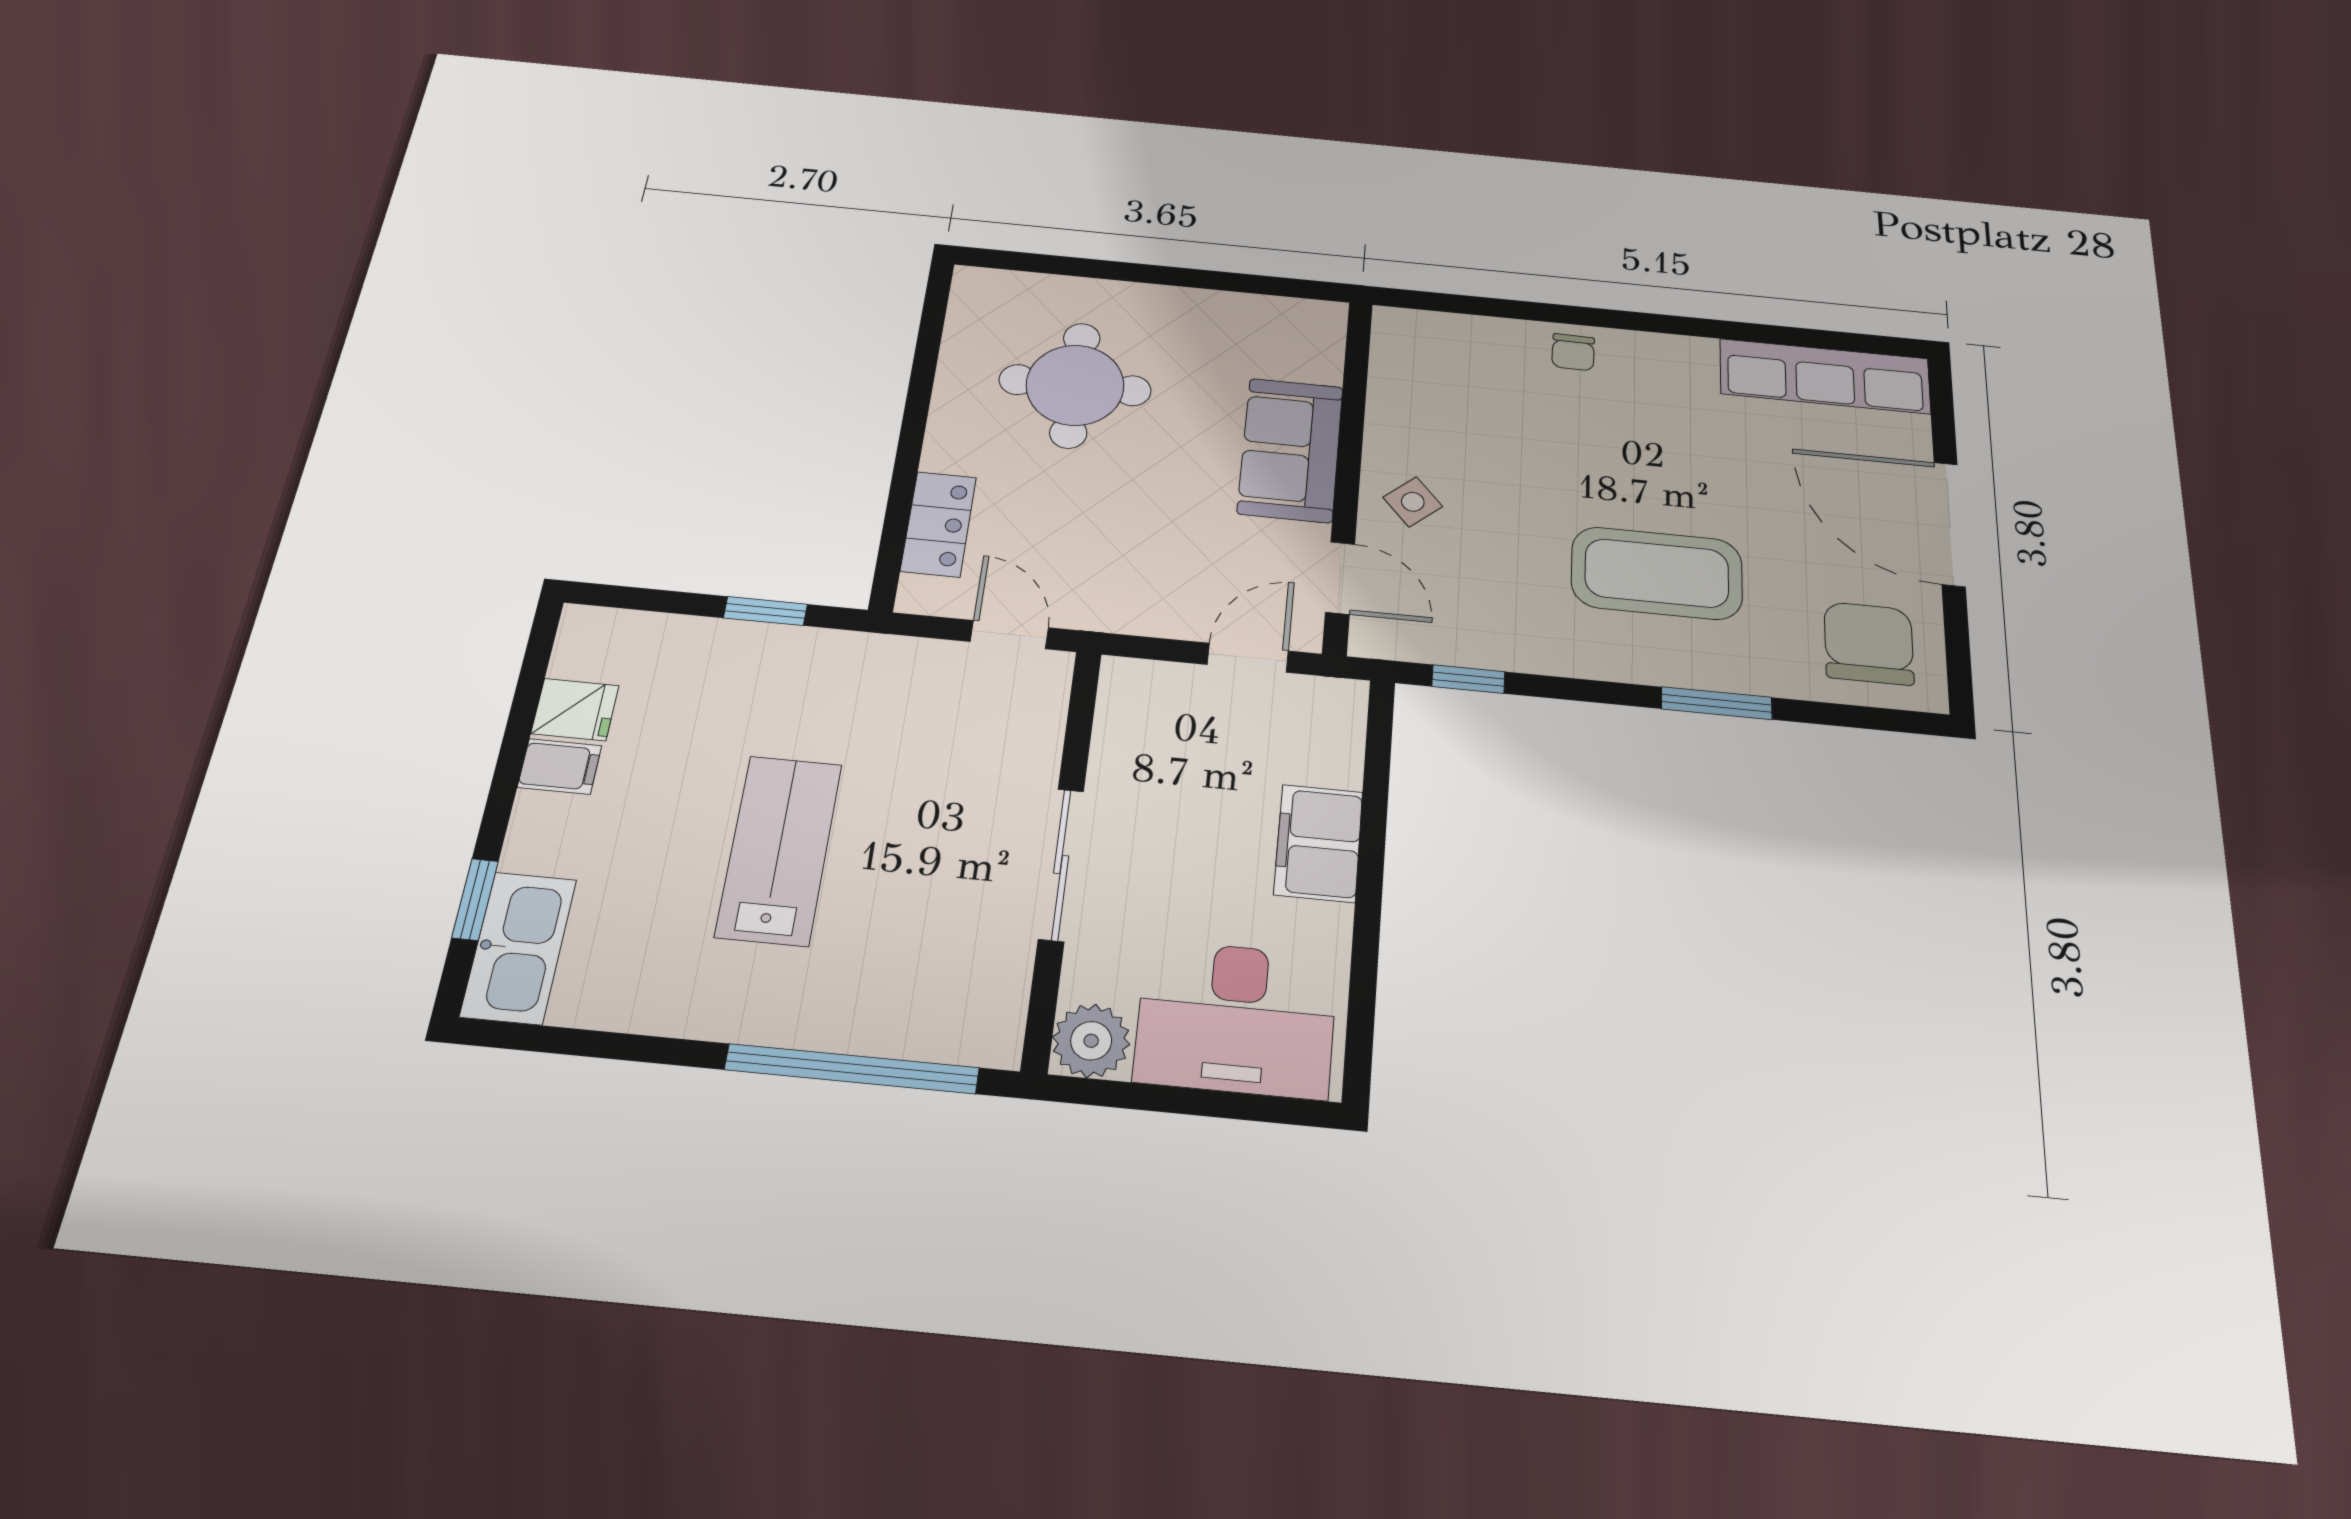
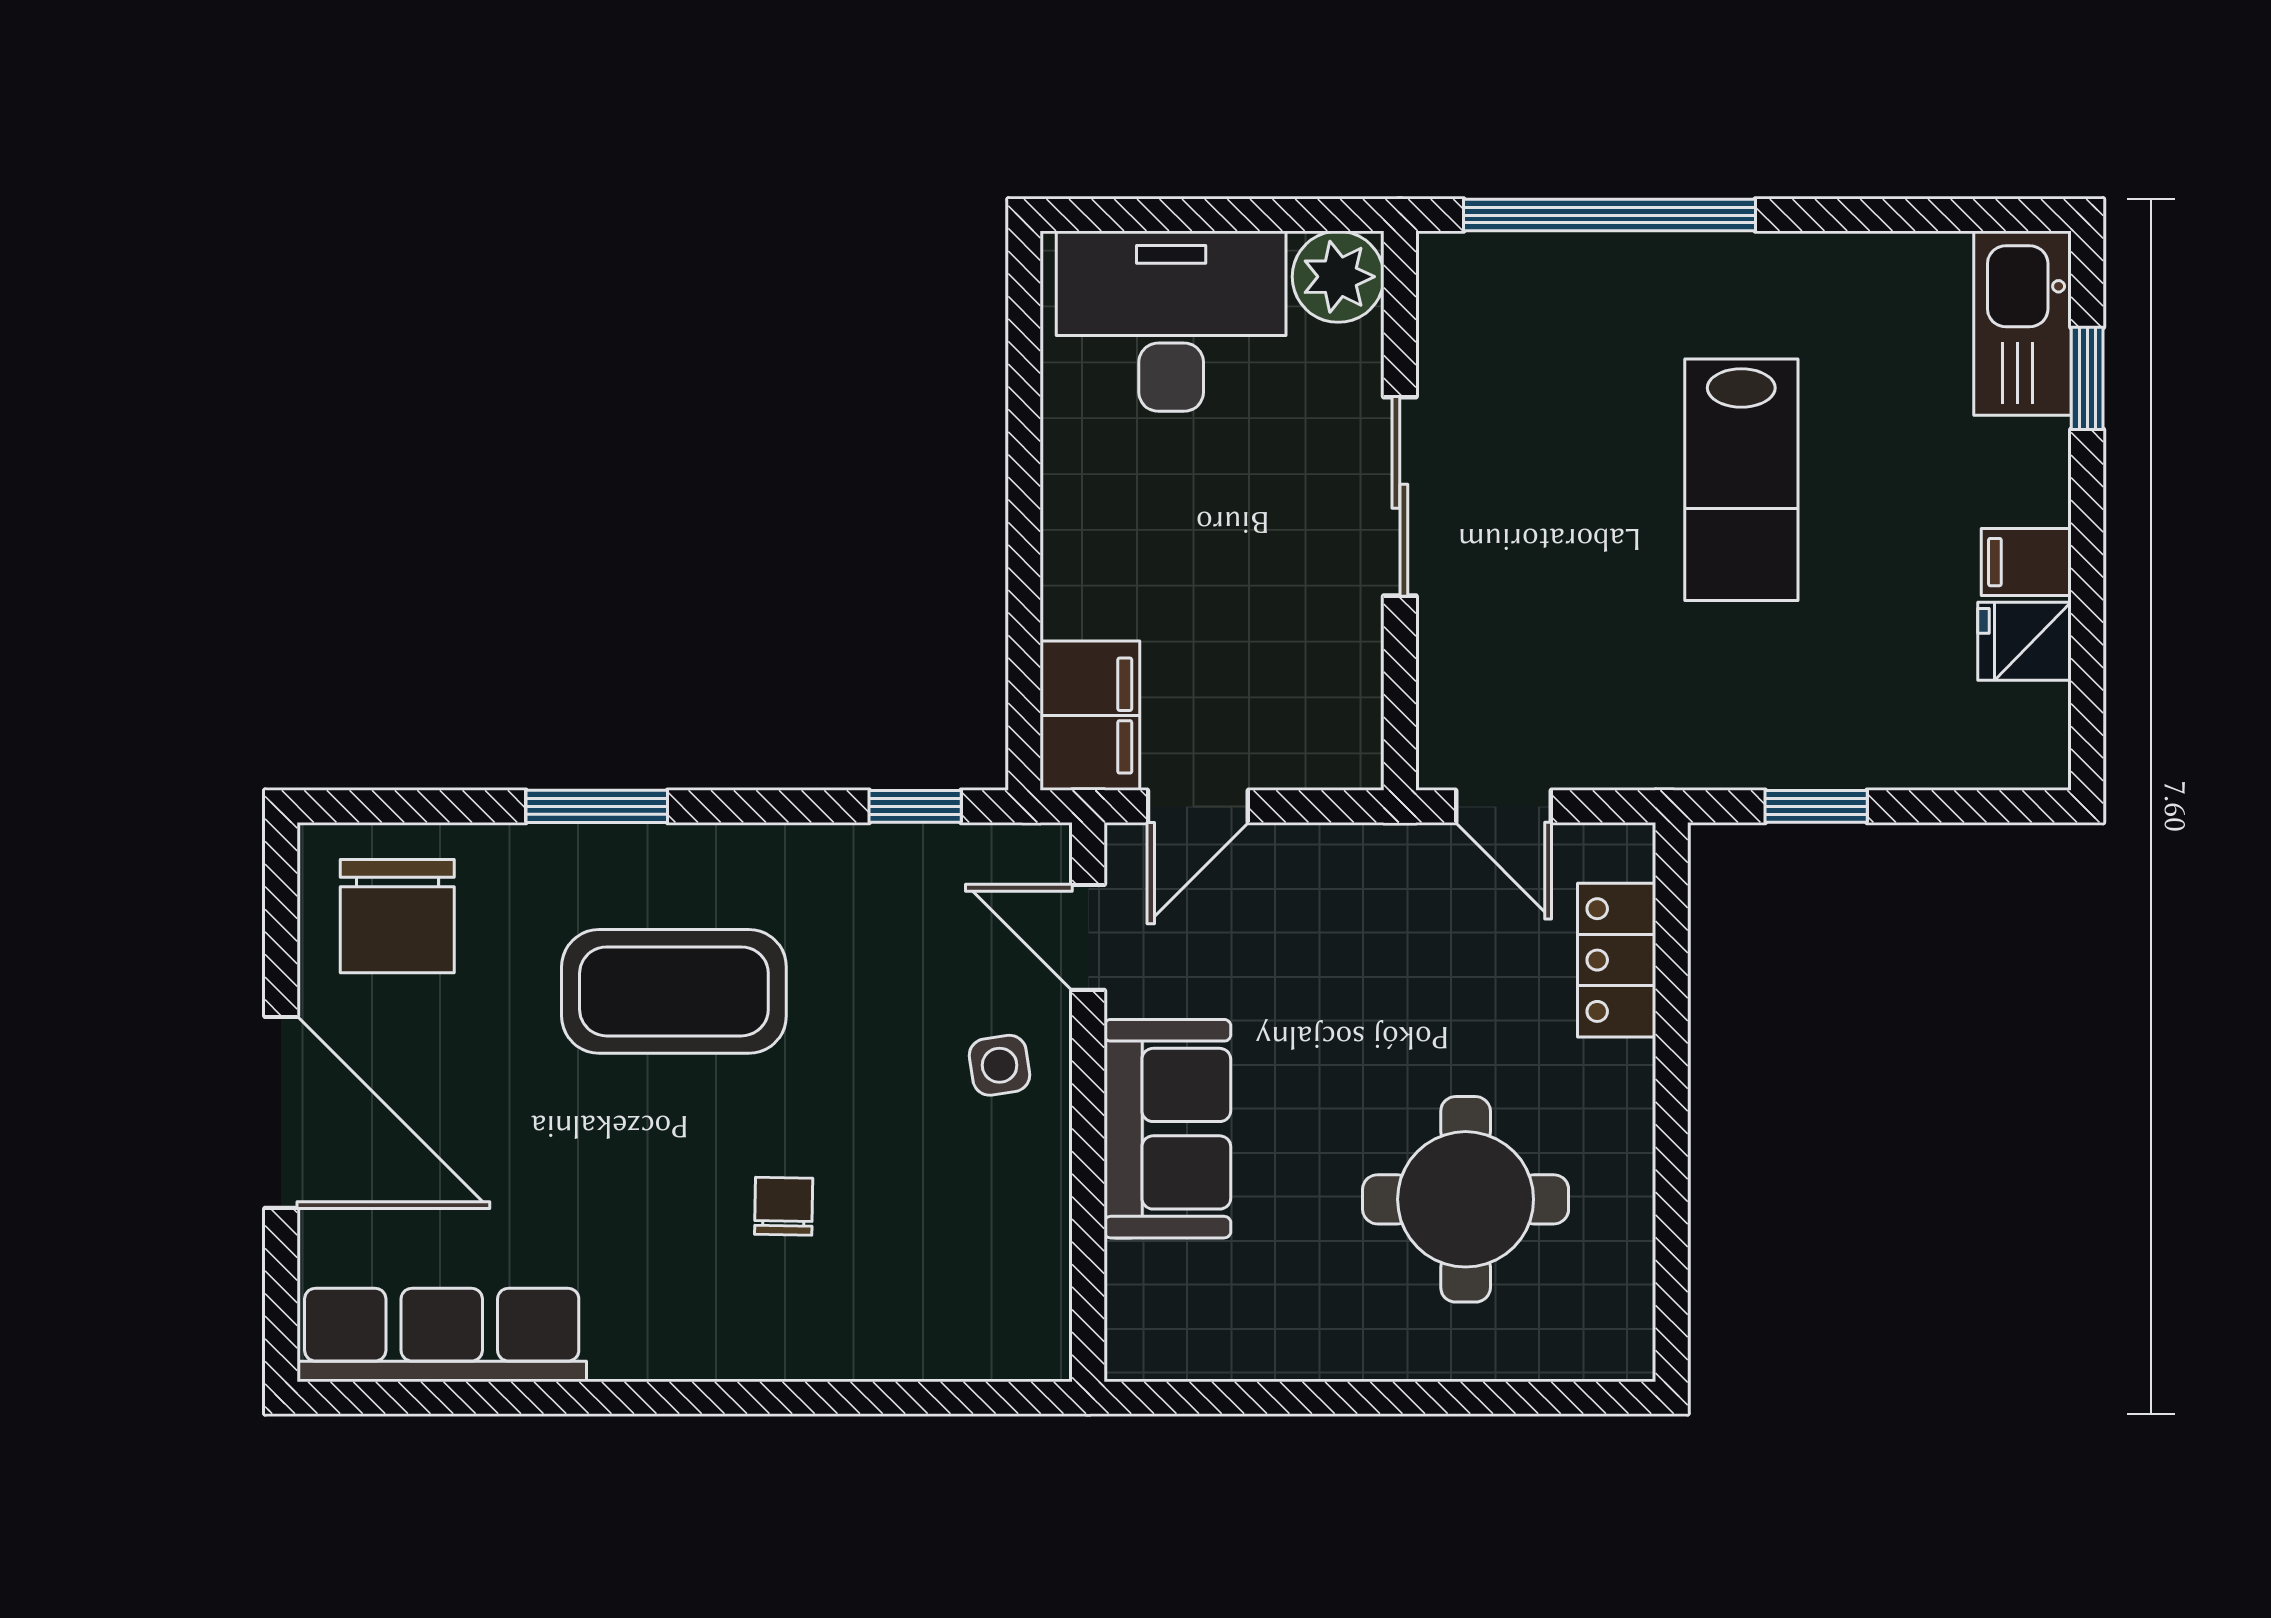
chair: (1573, 352) -> (784, 1206), moved
side table: (1413, 502) -> (1000, 1065), turned 32
filing cabinet: (1318, 843) -> (1090, 716), moved

